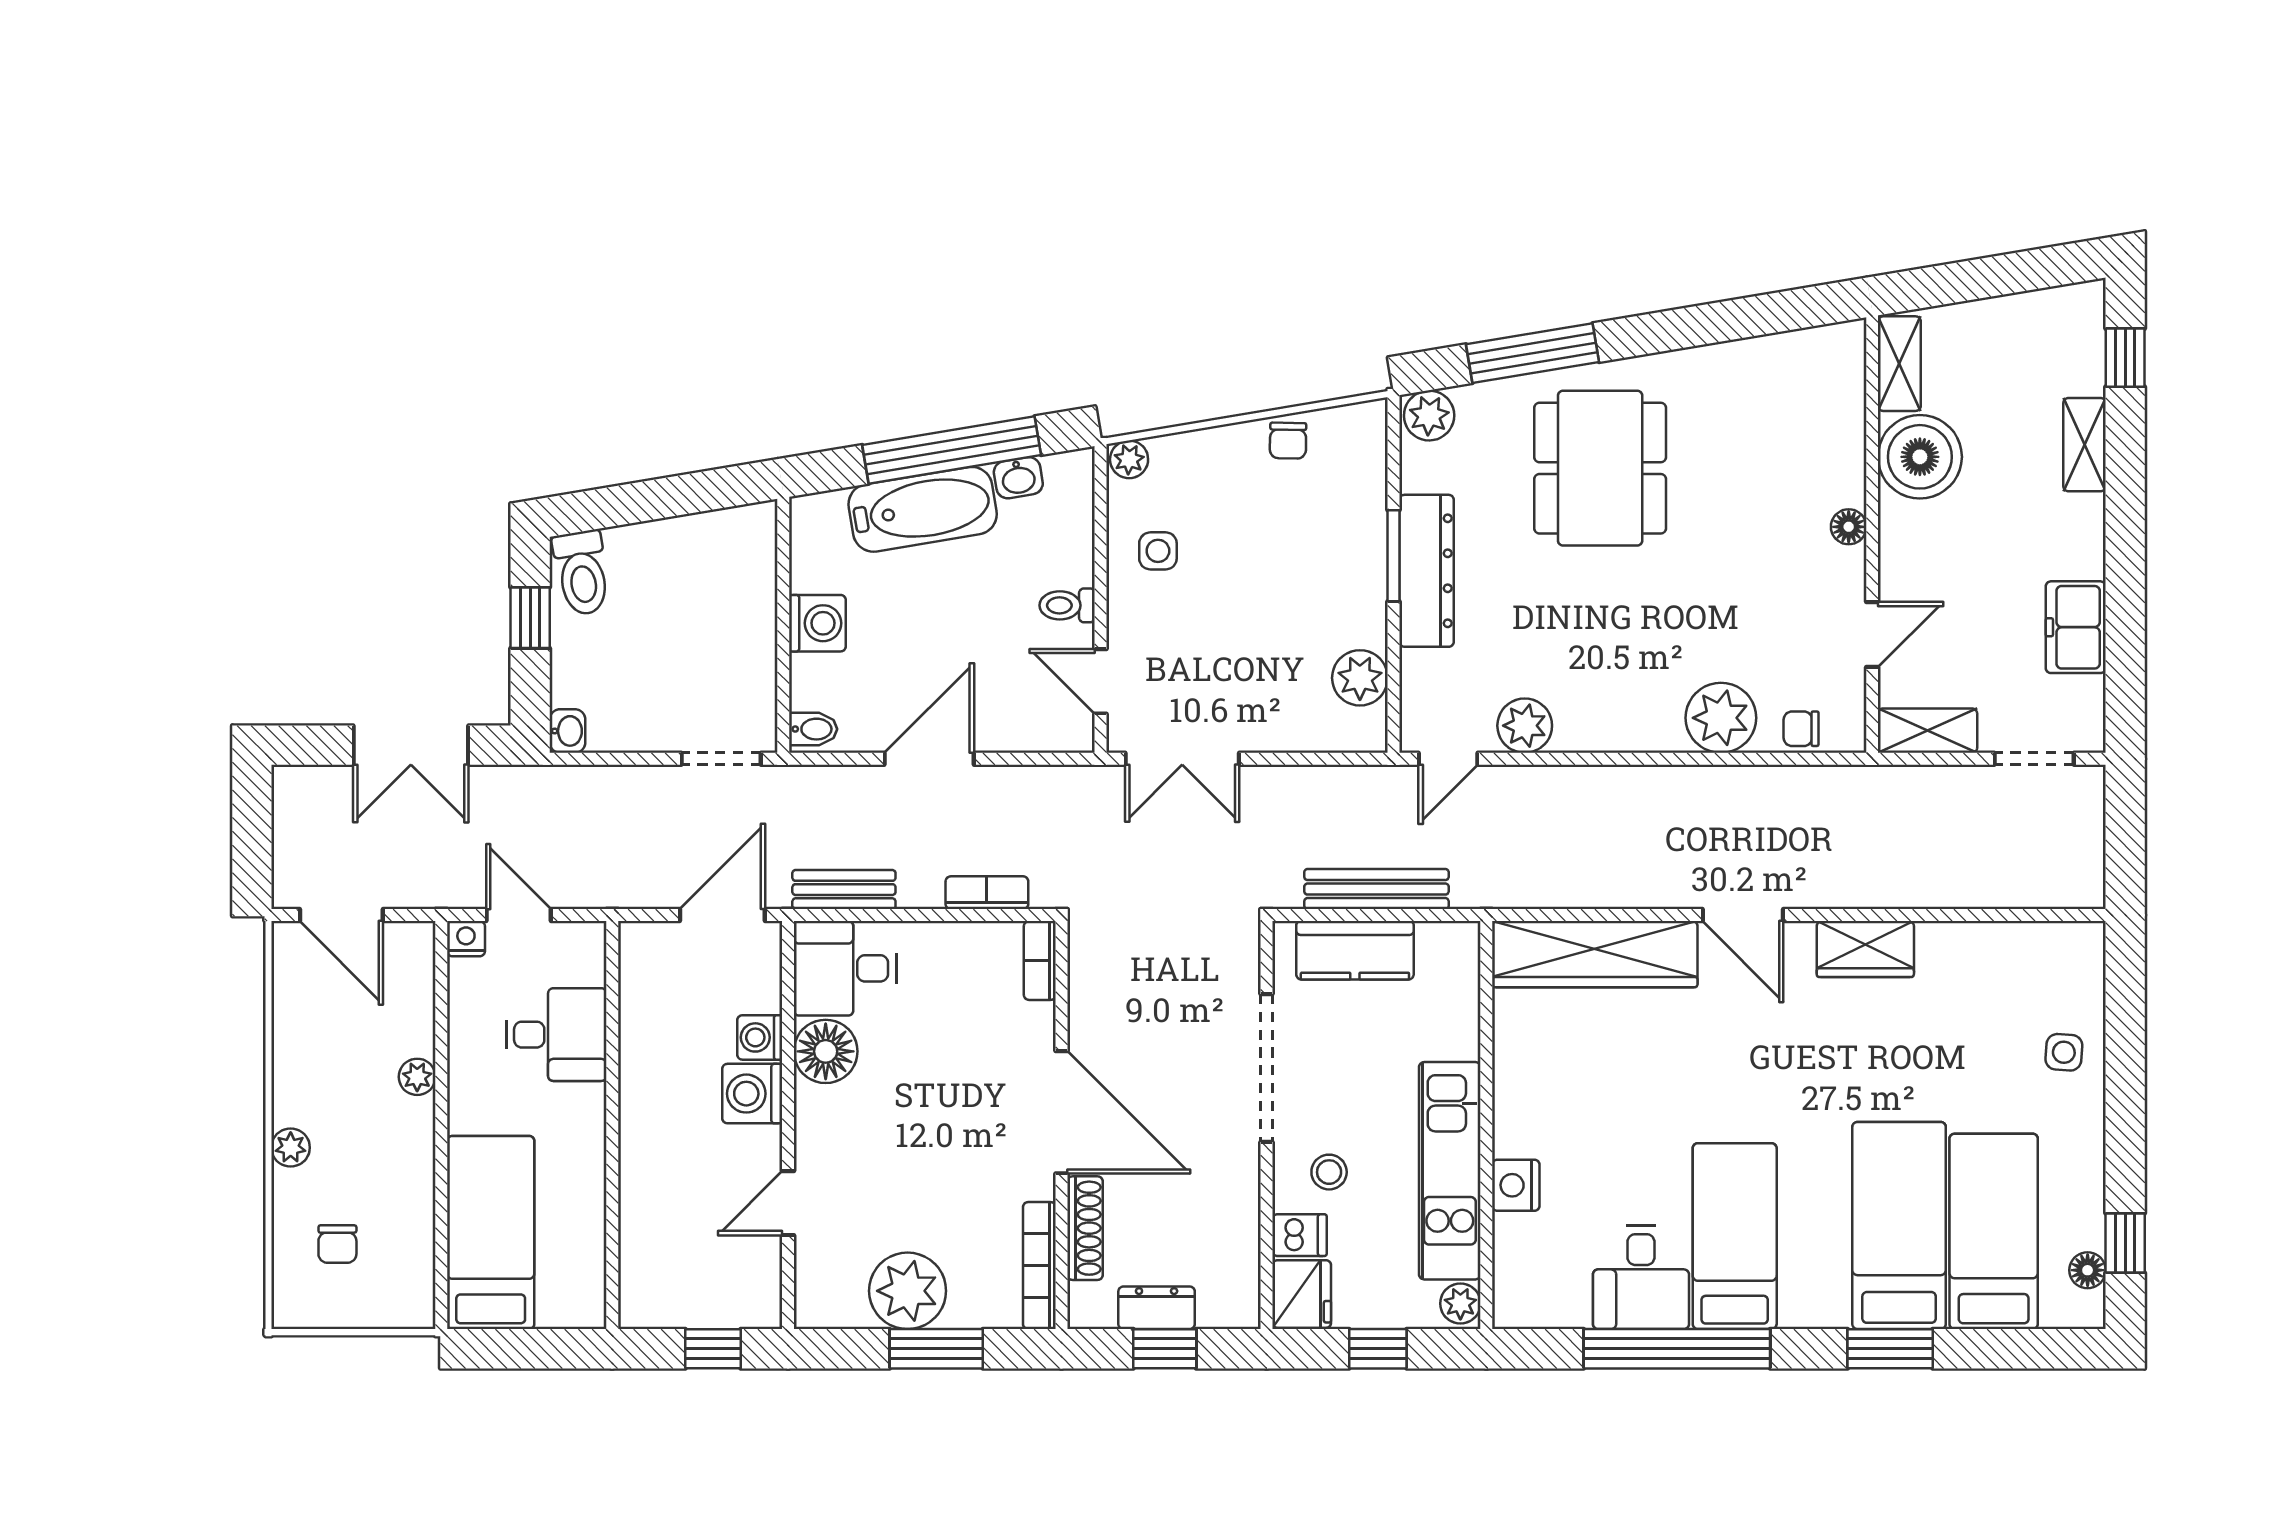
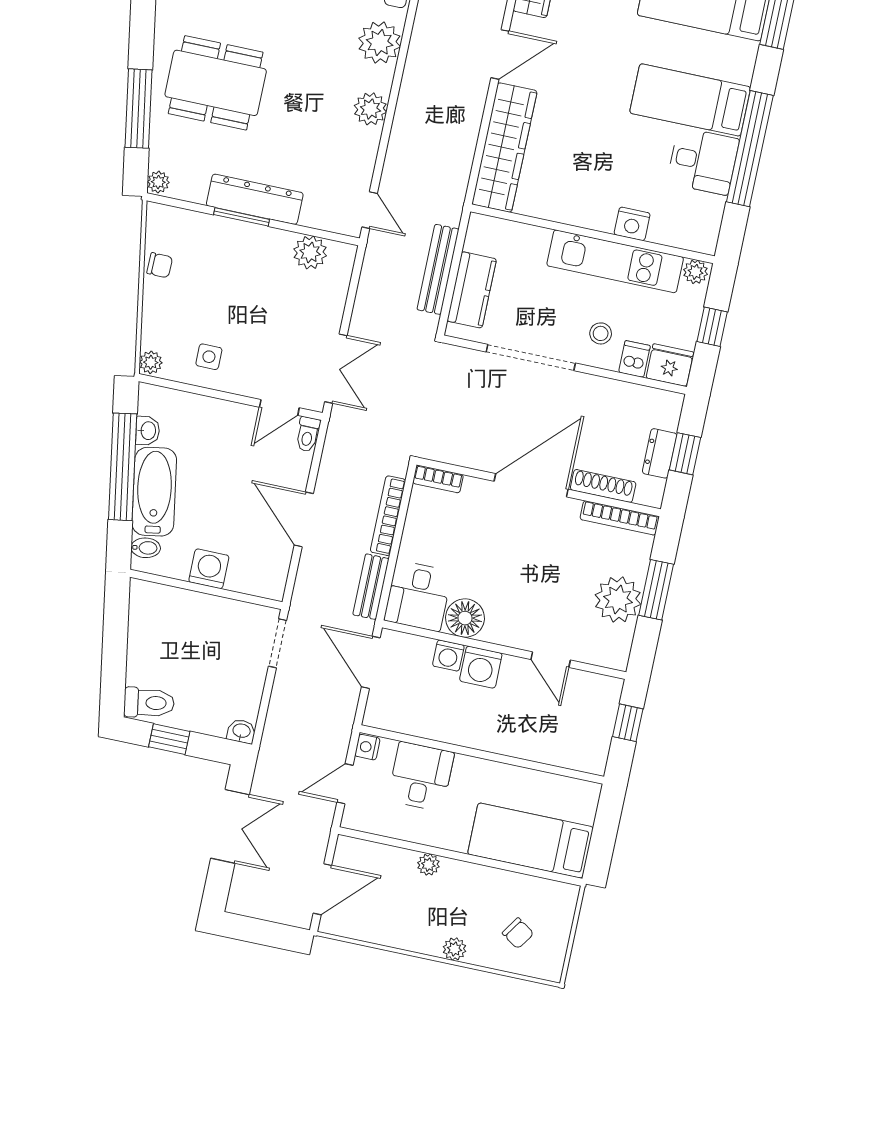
plant: (1429, 416) -> (158, 182), width x0.73, depth x0.73
toilet: (1067, 605) -> (308, 434), moved
plant: (1525, 726) -> (370, 109), moved
bidet: (813, 729) -> (146, 548), moved, turned 81
bookcase: (987, 893) -> (388, 516), width x1.56
nightstand: (466, 939) -> (367, 747), moved
chair: (337, 1244) -> (518, 933), turned 34

